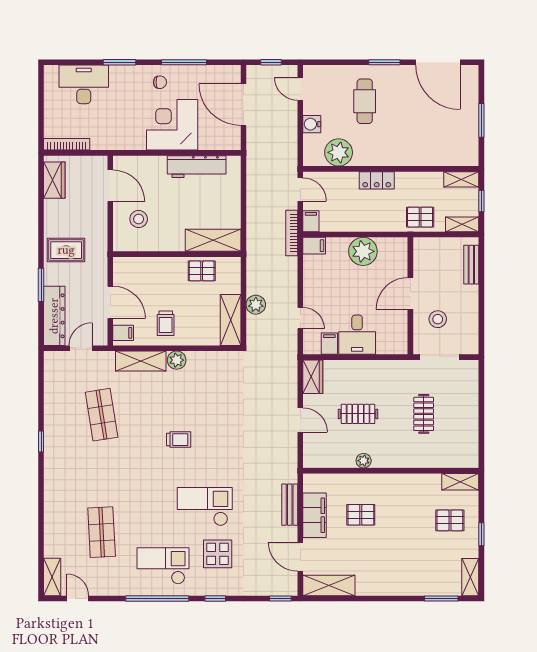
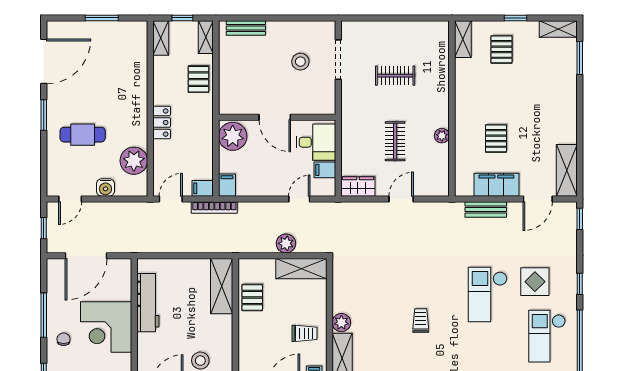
door: (410, 293) -> (275, 117), moved
wall: (410, 296) -> (277, 117), moved

